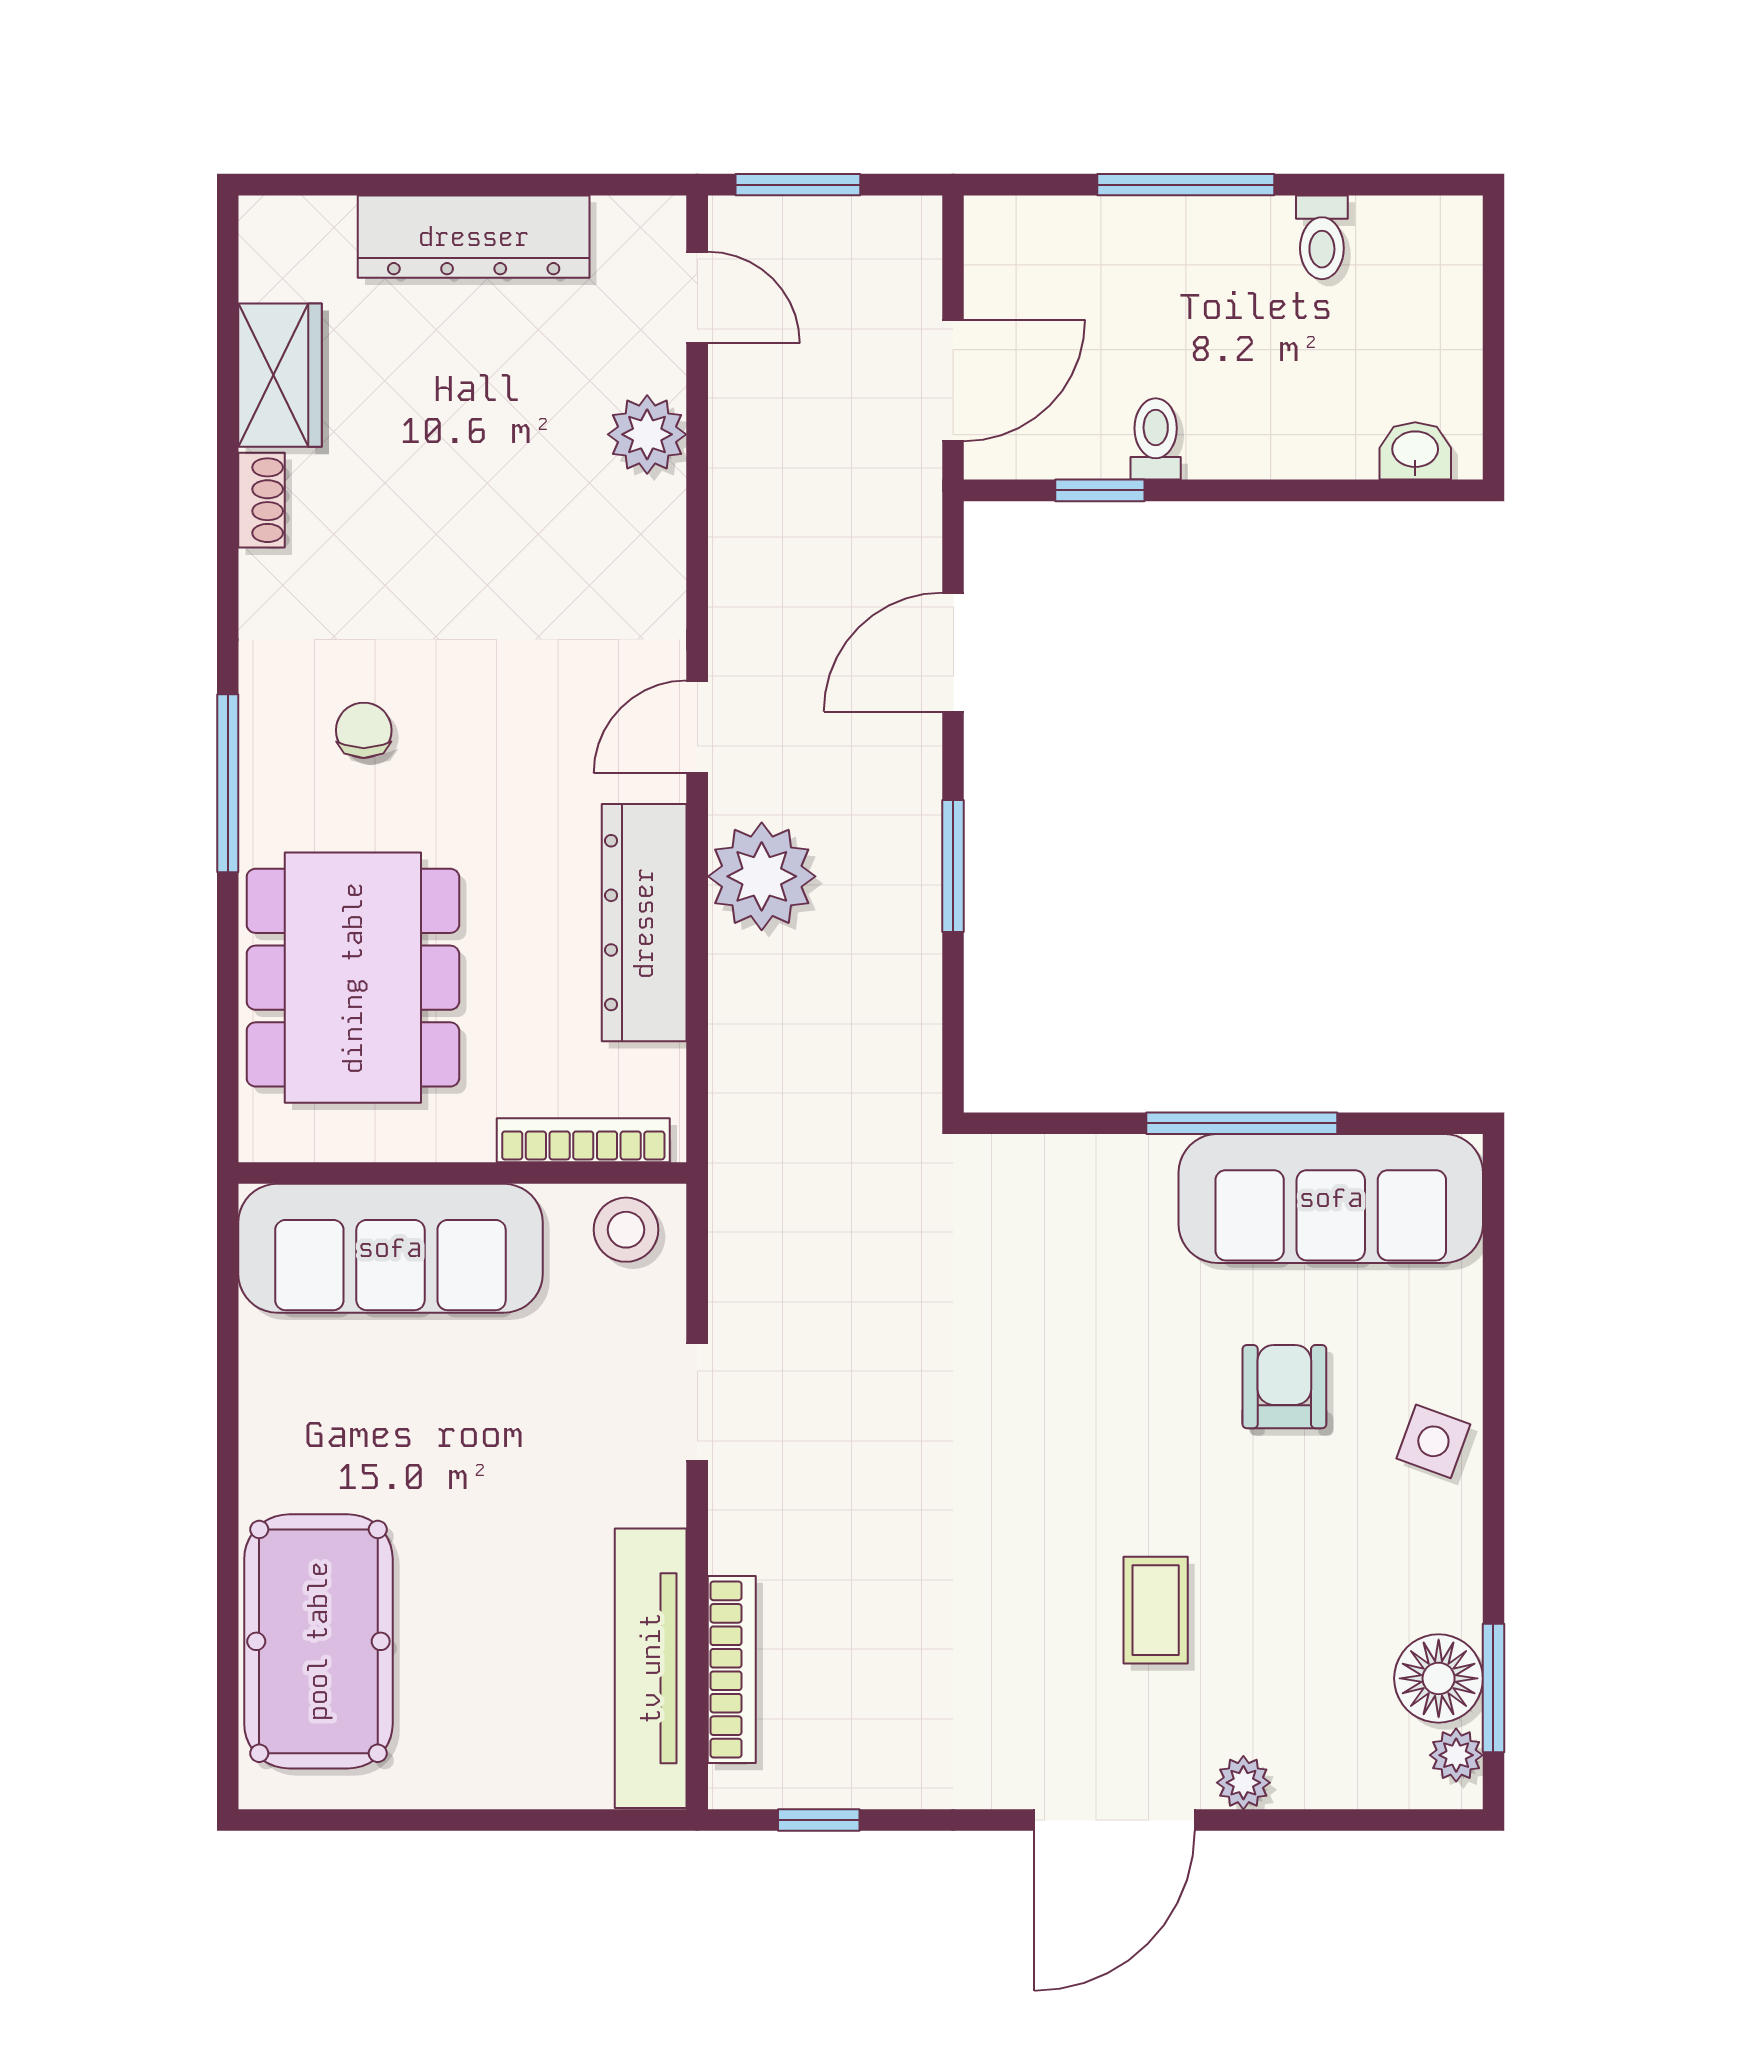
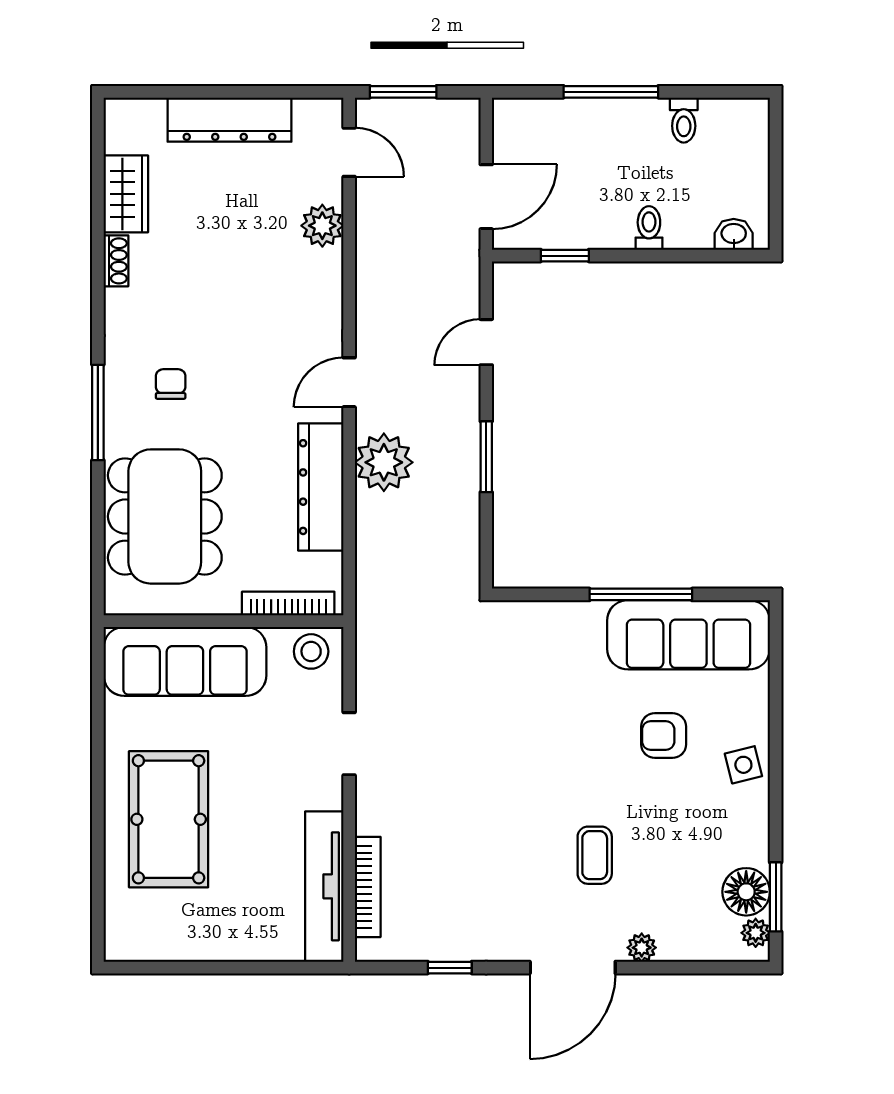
toilet: (1156, 439) -> (649, 228), moved
door: (953, 652) -> (486, 342), width x0.73
armchair: (1284, 1387) -> (664, 736), turned -90
side table: (1433, 1441) -> (743, 765), turned -34
pool table: (318, 1641) -> (169, 819), moved
window: (819, 1820) -> (450, 968), moved

